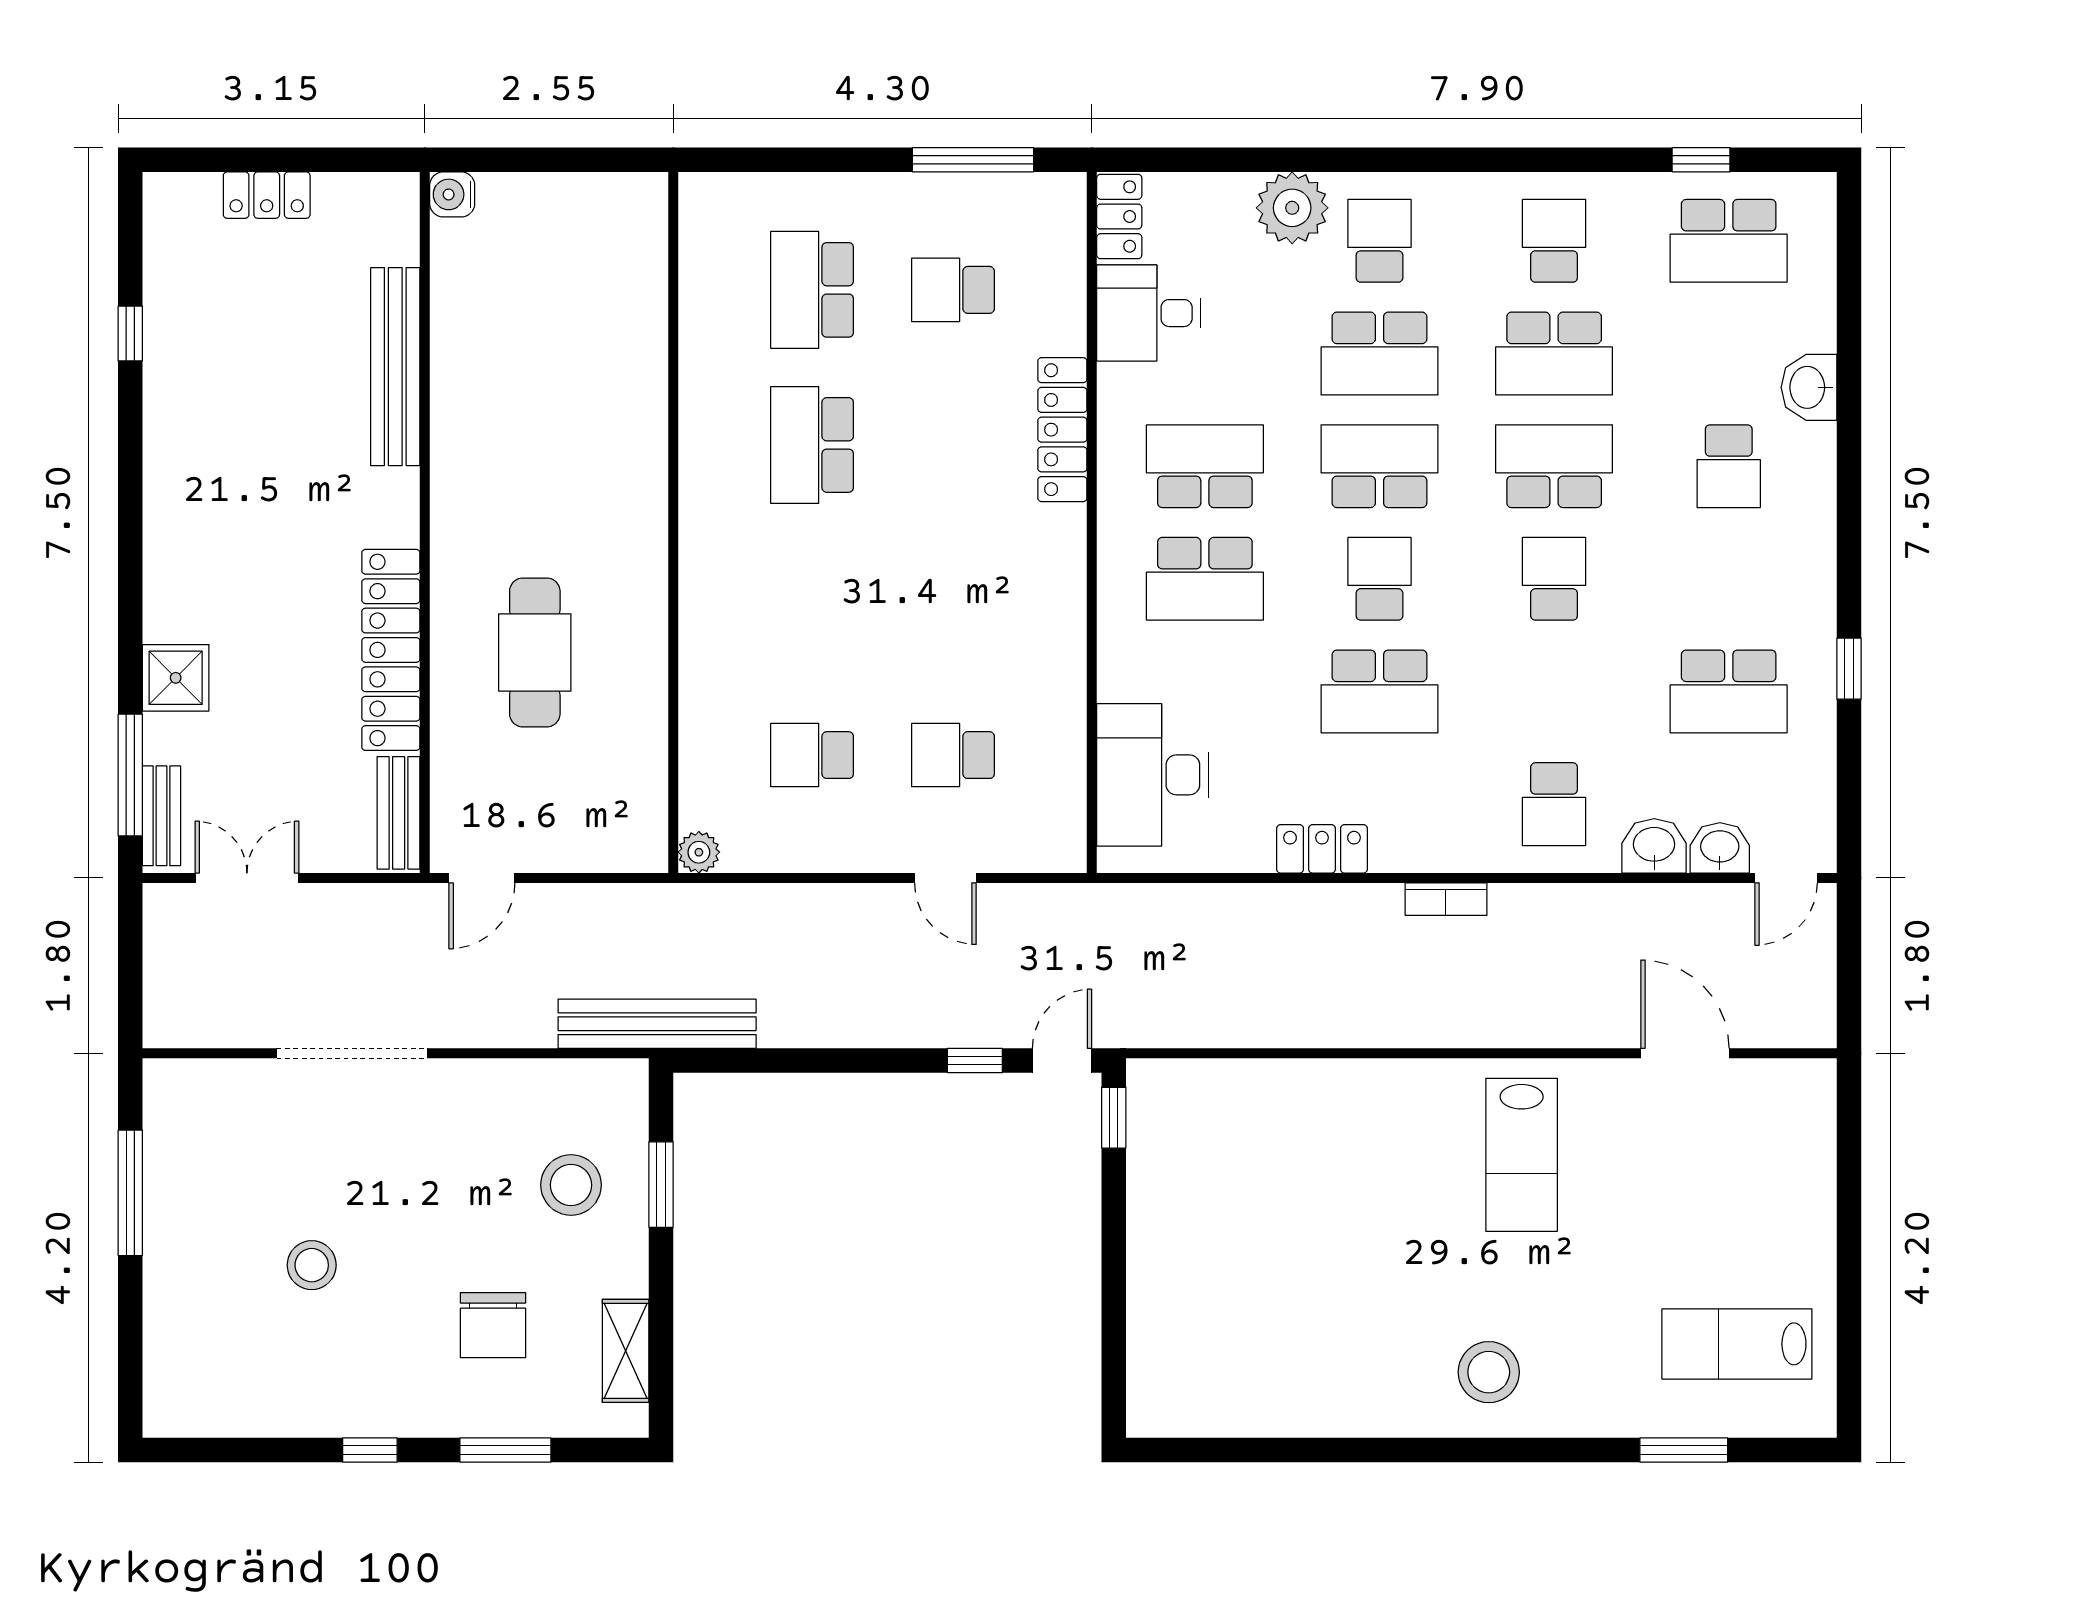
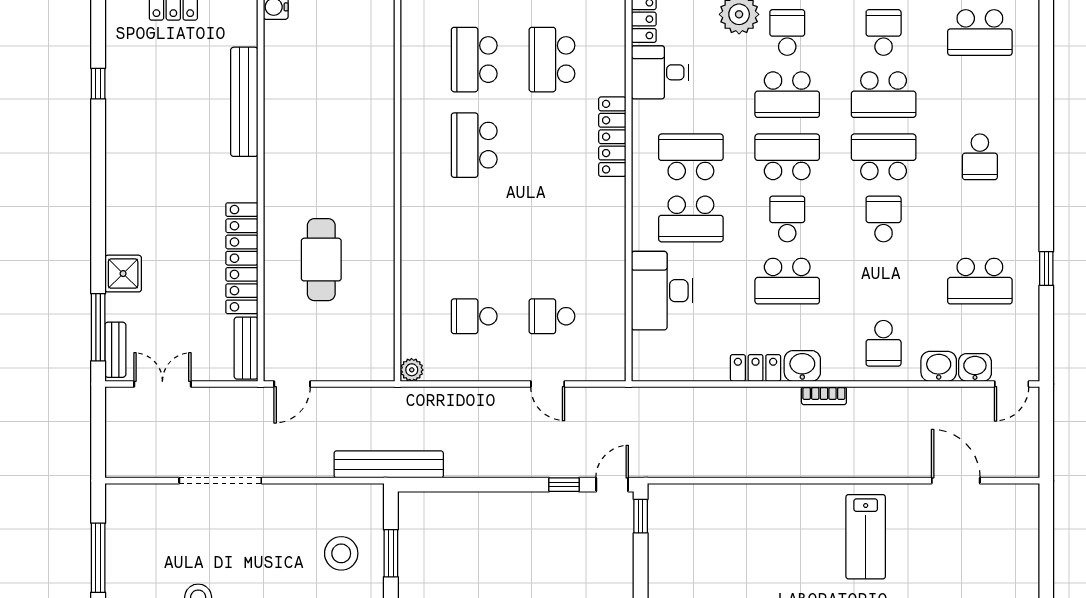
school desk: (953, 290) -> (552, 60), width x1.85
washbasin: (1809, 387) -> (802, 366), moved, turned 90
desk: (1153, 775) -> (662, 291), moved

